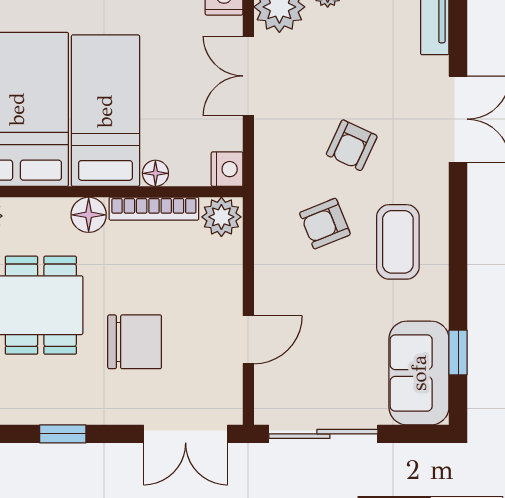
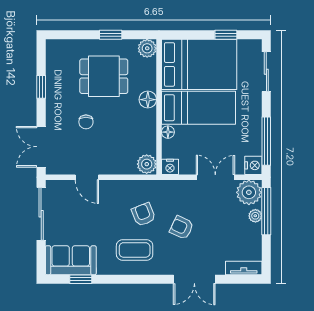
bookcase: (154, 209) -> (151, 131), removed
chair: (135, 342) -> (86, 122), width x0.54, depth x0.54

